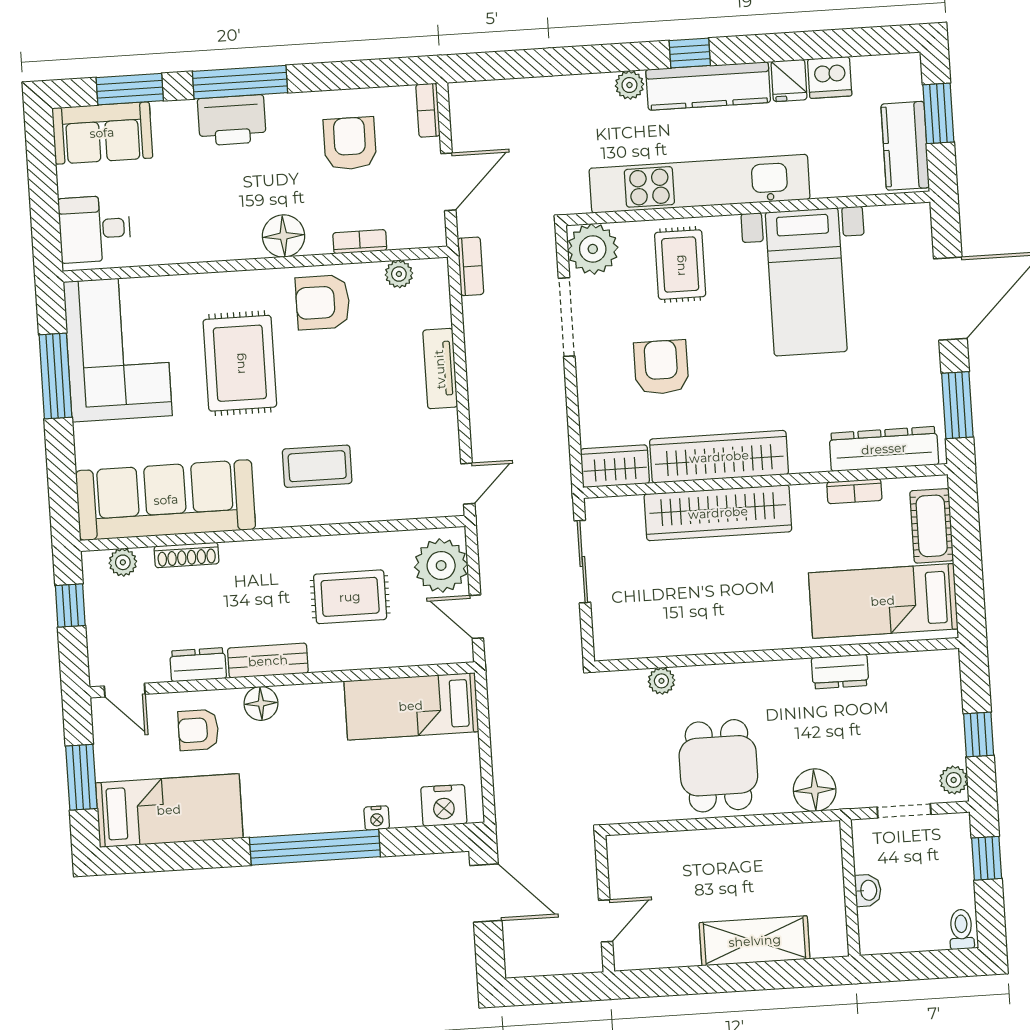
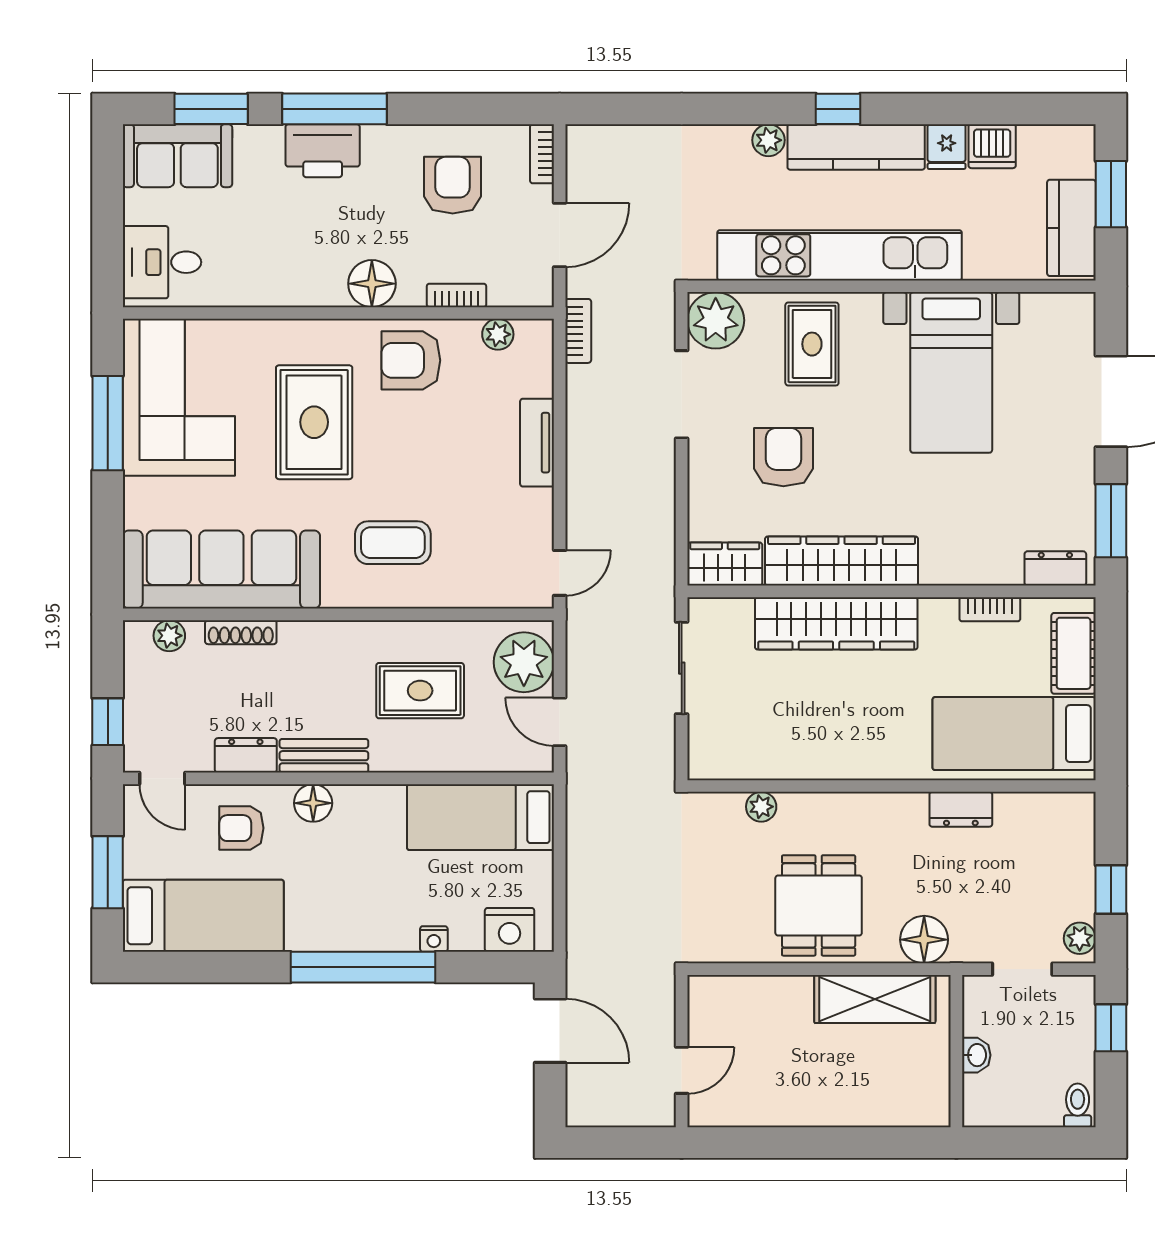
dresser: (884, 449) -> (1055, 568), width x0.51, depth x0.80
window: (70, 605) -> (108, 722), moved
shelving: (755, 941) -> (875, 999), moved

